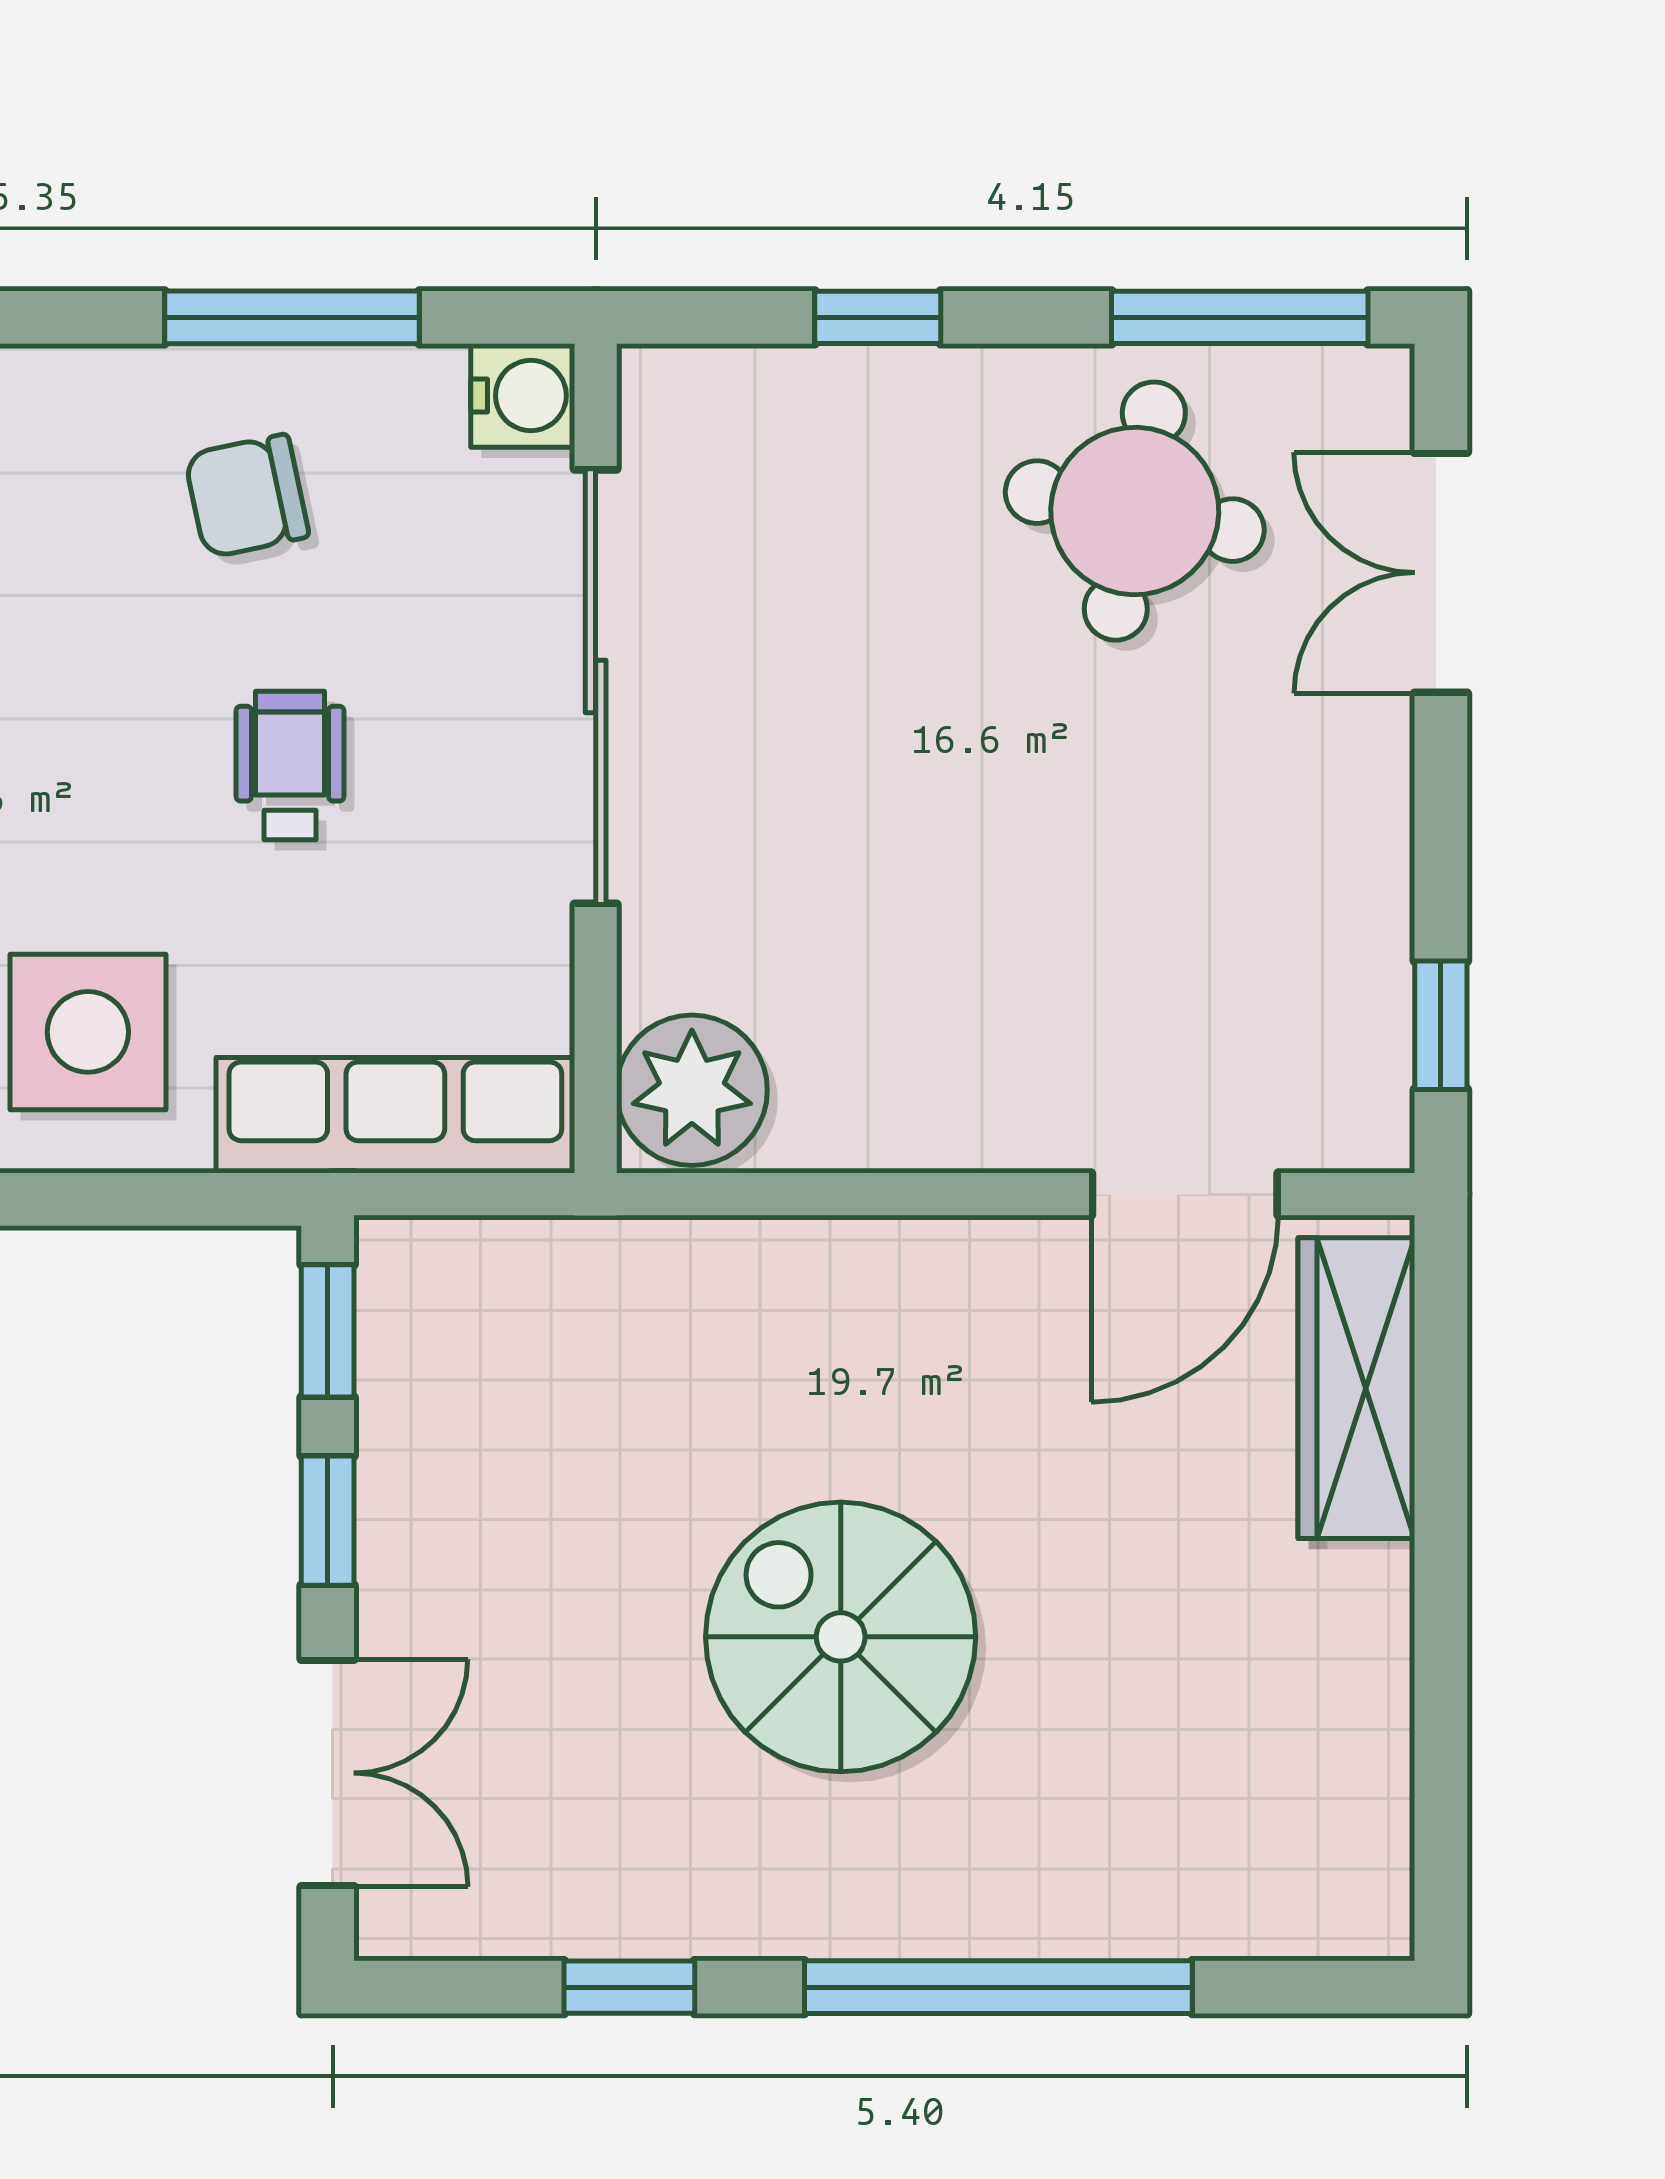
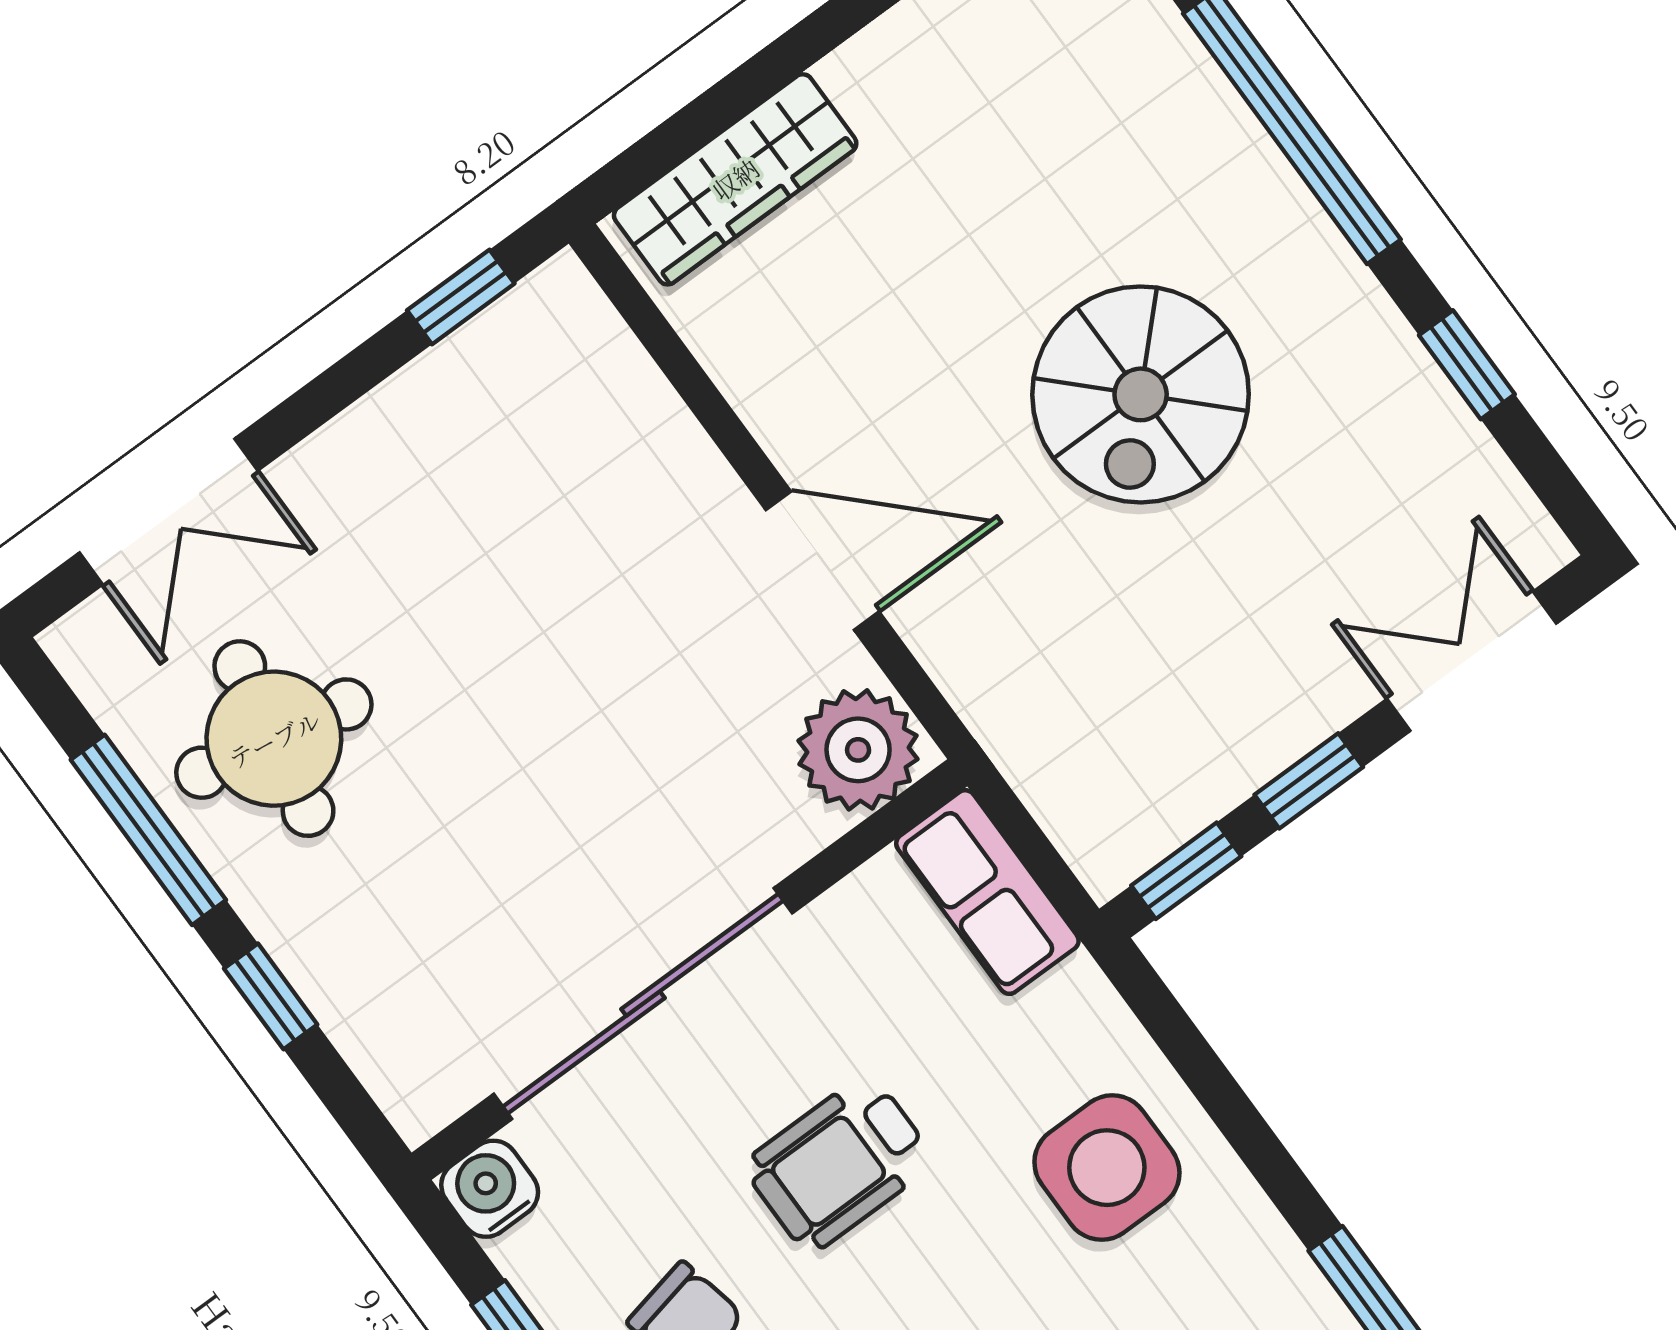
window: (1240, 317) -> (148, 830), moved
wheelchair: (290, 765) -> (839, 1163), width x1.36, depth x1.37
row of seats: (395, 1115) -> (987, 892), width x0.68
door: (1185, 1194) -> (822, 561), moved

